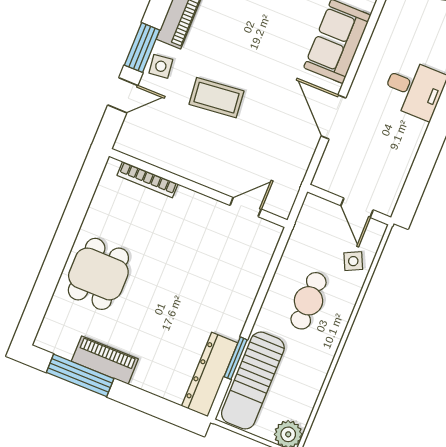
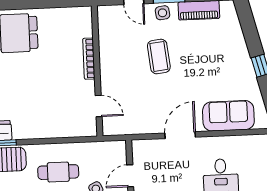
bookcase: (148, 180) -> (89, 59), moved

